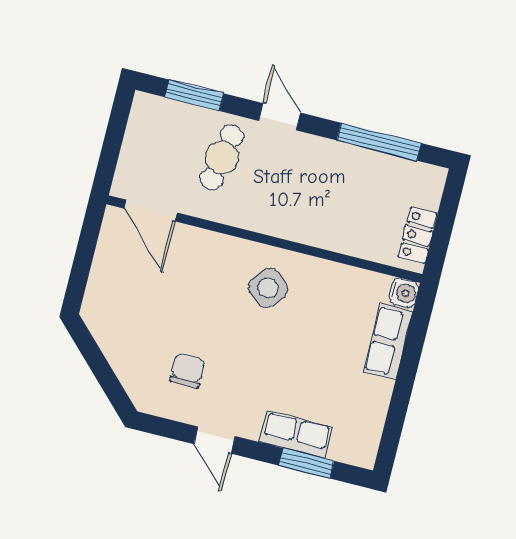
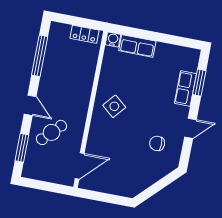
door: (280, 117) -> (30, 105), swing flipped
cafe table: (222, 157) -> (52, 132), turned -57

